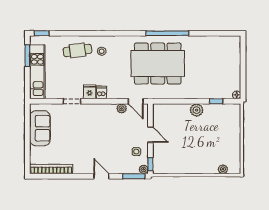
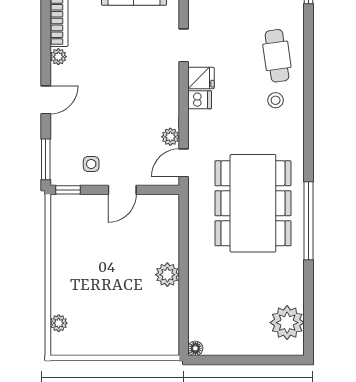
plant: (223, 45) -> (287, 323), added
window: (216, 101) -> (184, 311), removed
plant: (144, 169) -> (58, 57), moved

